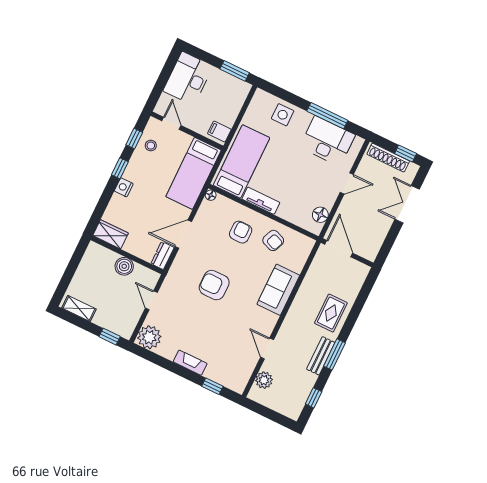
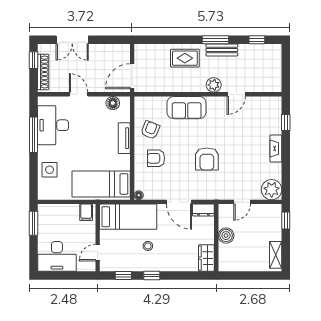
stool: (151, 146) -> (148, 246), moved
nightstand: (124, 187) -> (165, 265), removed
tv unit: (261, 201) -> (124, 138), moved
plant: (264, 380) -> (214, 85), moved

